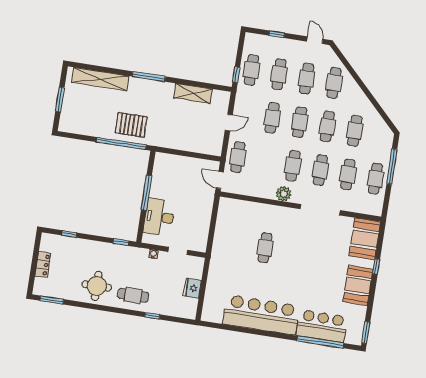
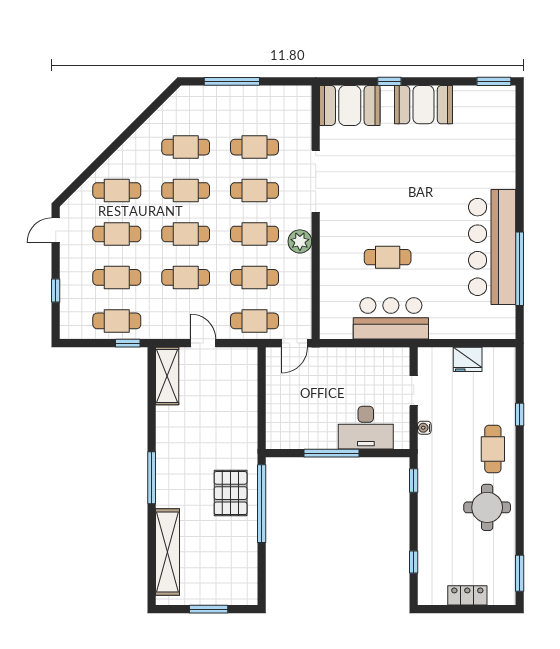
shelving: (193, 93) -> (167, 376), moved
cafe table: (375, 179) -> (254, 277), moved
bar counter: (322, 326) -> (391, 318), moved, turned 90
window: (320, 342) -> (520, 269), moved

